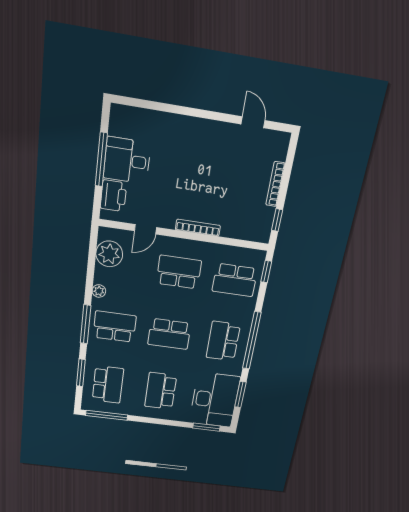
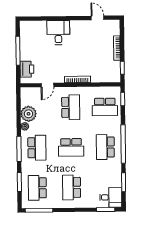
desk: (127, 161) -> (58, 33), moved, turned 90
plant: (109, 254) -> (28, 114), moved
school desk: (179, 272) -> (71, 107), turned 90
school desk: (115, 327) -> (37, 148), turned 90
school desk: (108, 384) -> (37, 188), turned 180
desk: (215, 400) -> (111, 197), width x0.53, depth x0.77

